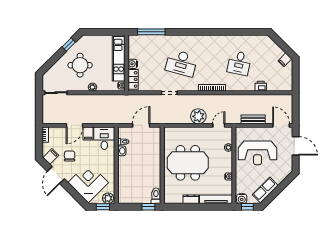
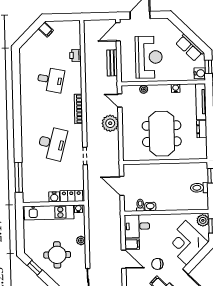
toilet: (156, 196) -> (199, 188), moved

